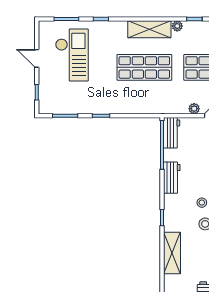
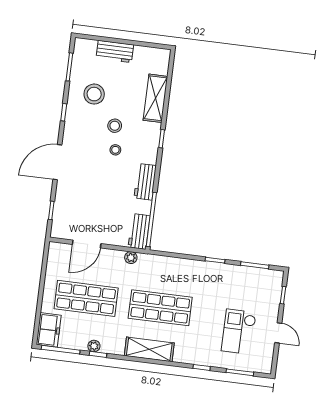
plant: (177, 26) -> (94, 346), moved
checkout: (72, 55) -> (239, 332), width x0.73, depth x0.83
plant: (194, 109) -> (131, 258), moved

